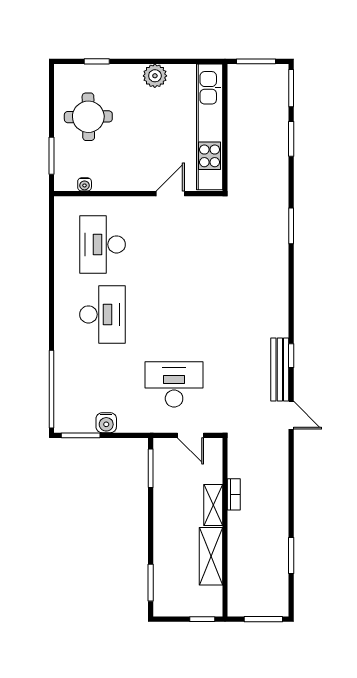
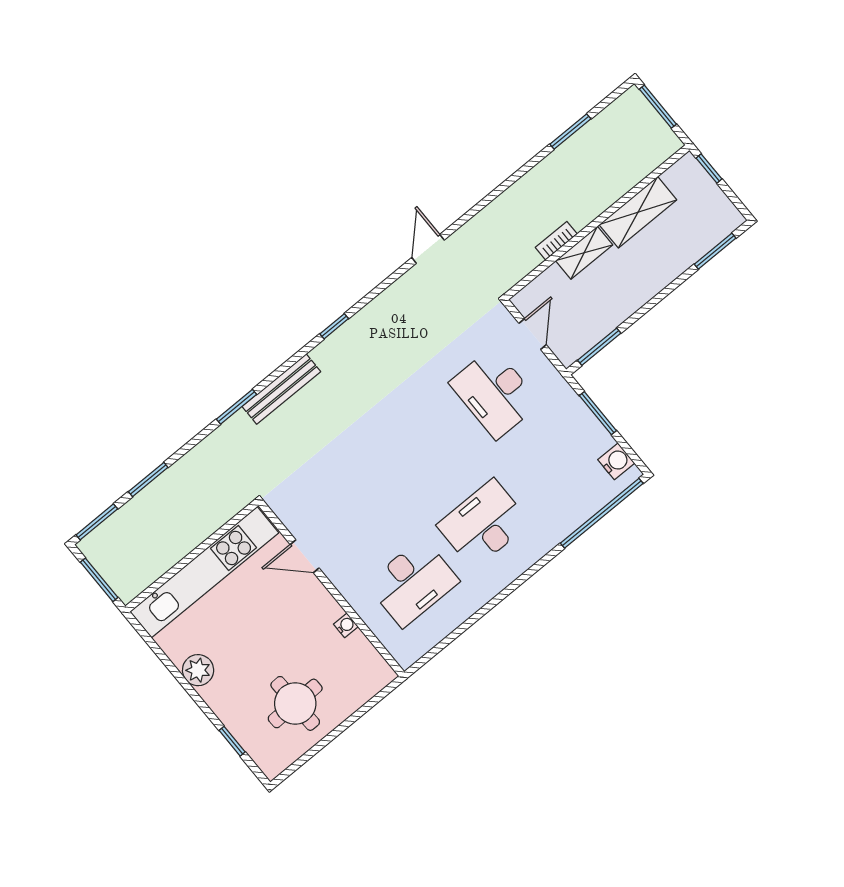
window: (52, 156) -> (365, 708), removed
water cooler: (85, 184) -> (346, 625), moved
window: (291, 356) -> (334, 326), moved
bench: (280, 369) -> (281, 389), moved
water cooler: (106, 423) -> (616, 461), moved
window: (81, 435) -> (598, 413), moved

